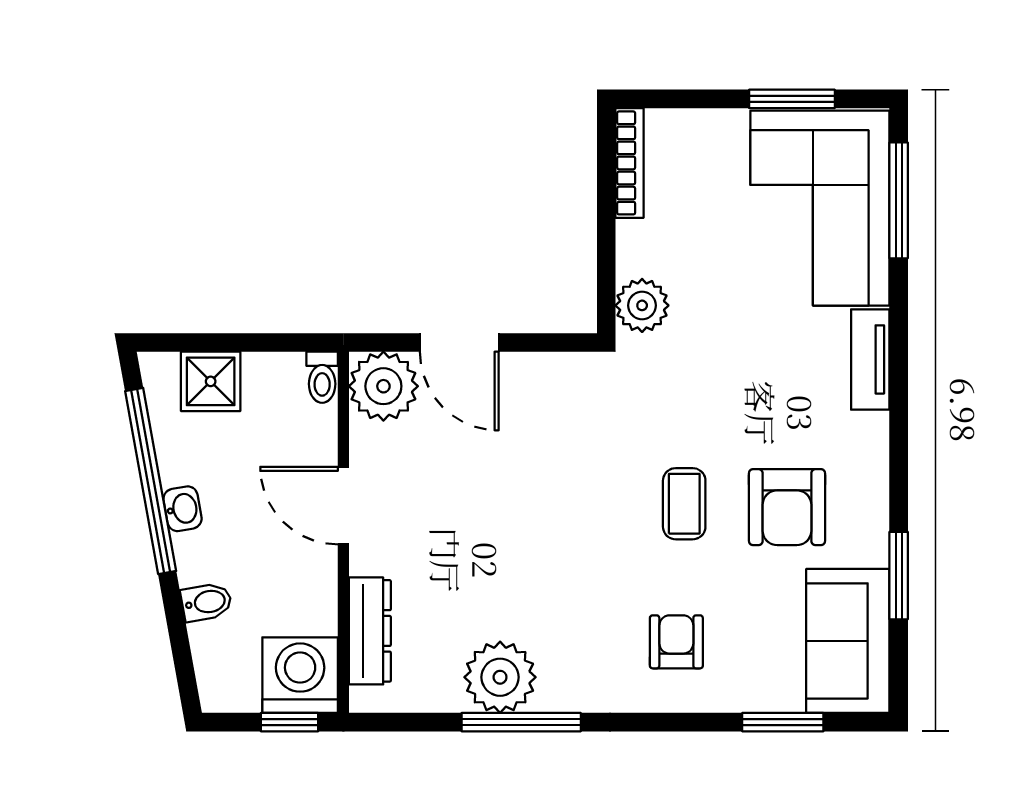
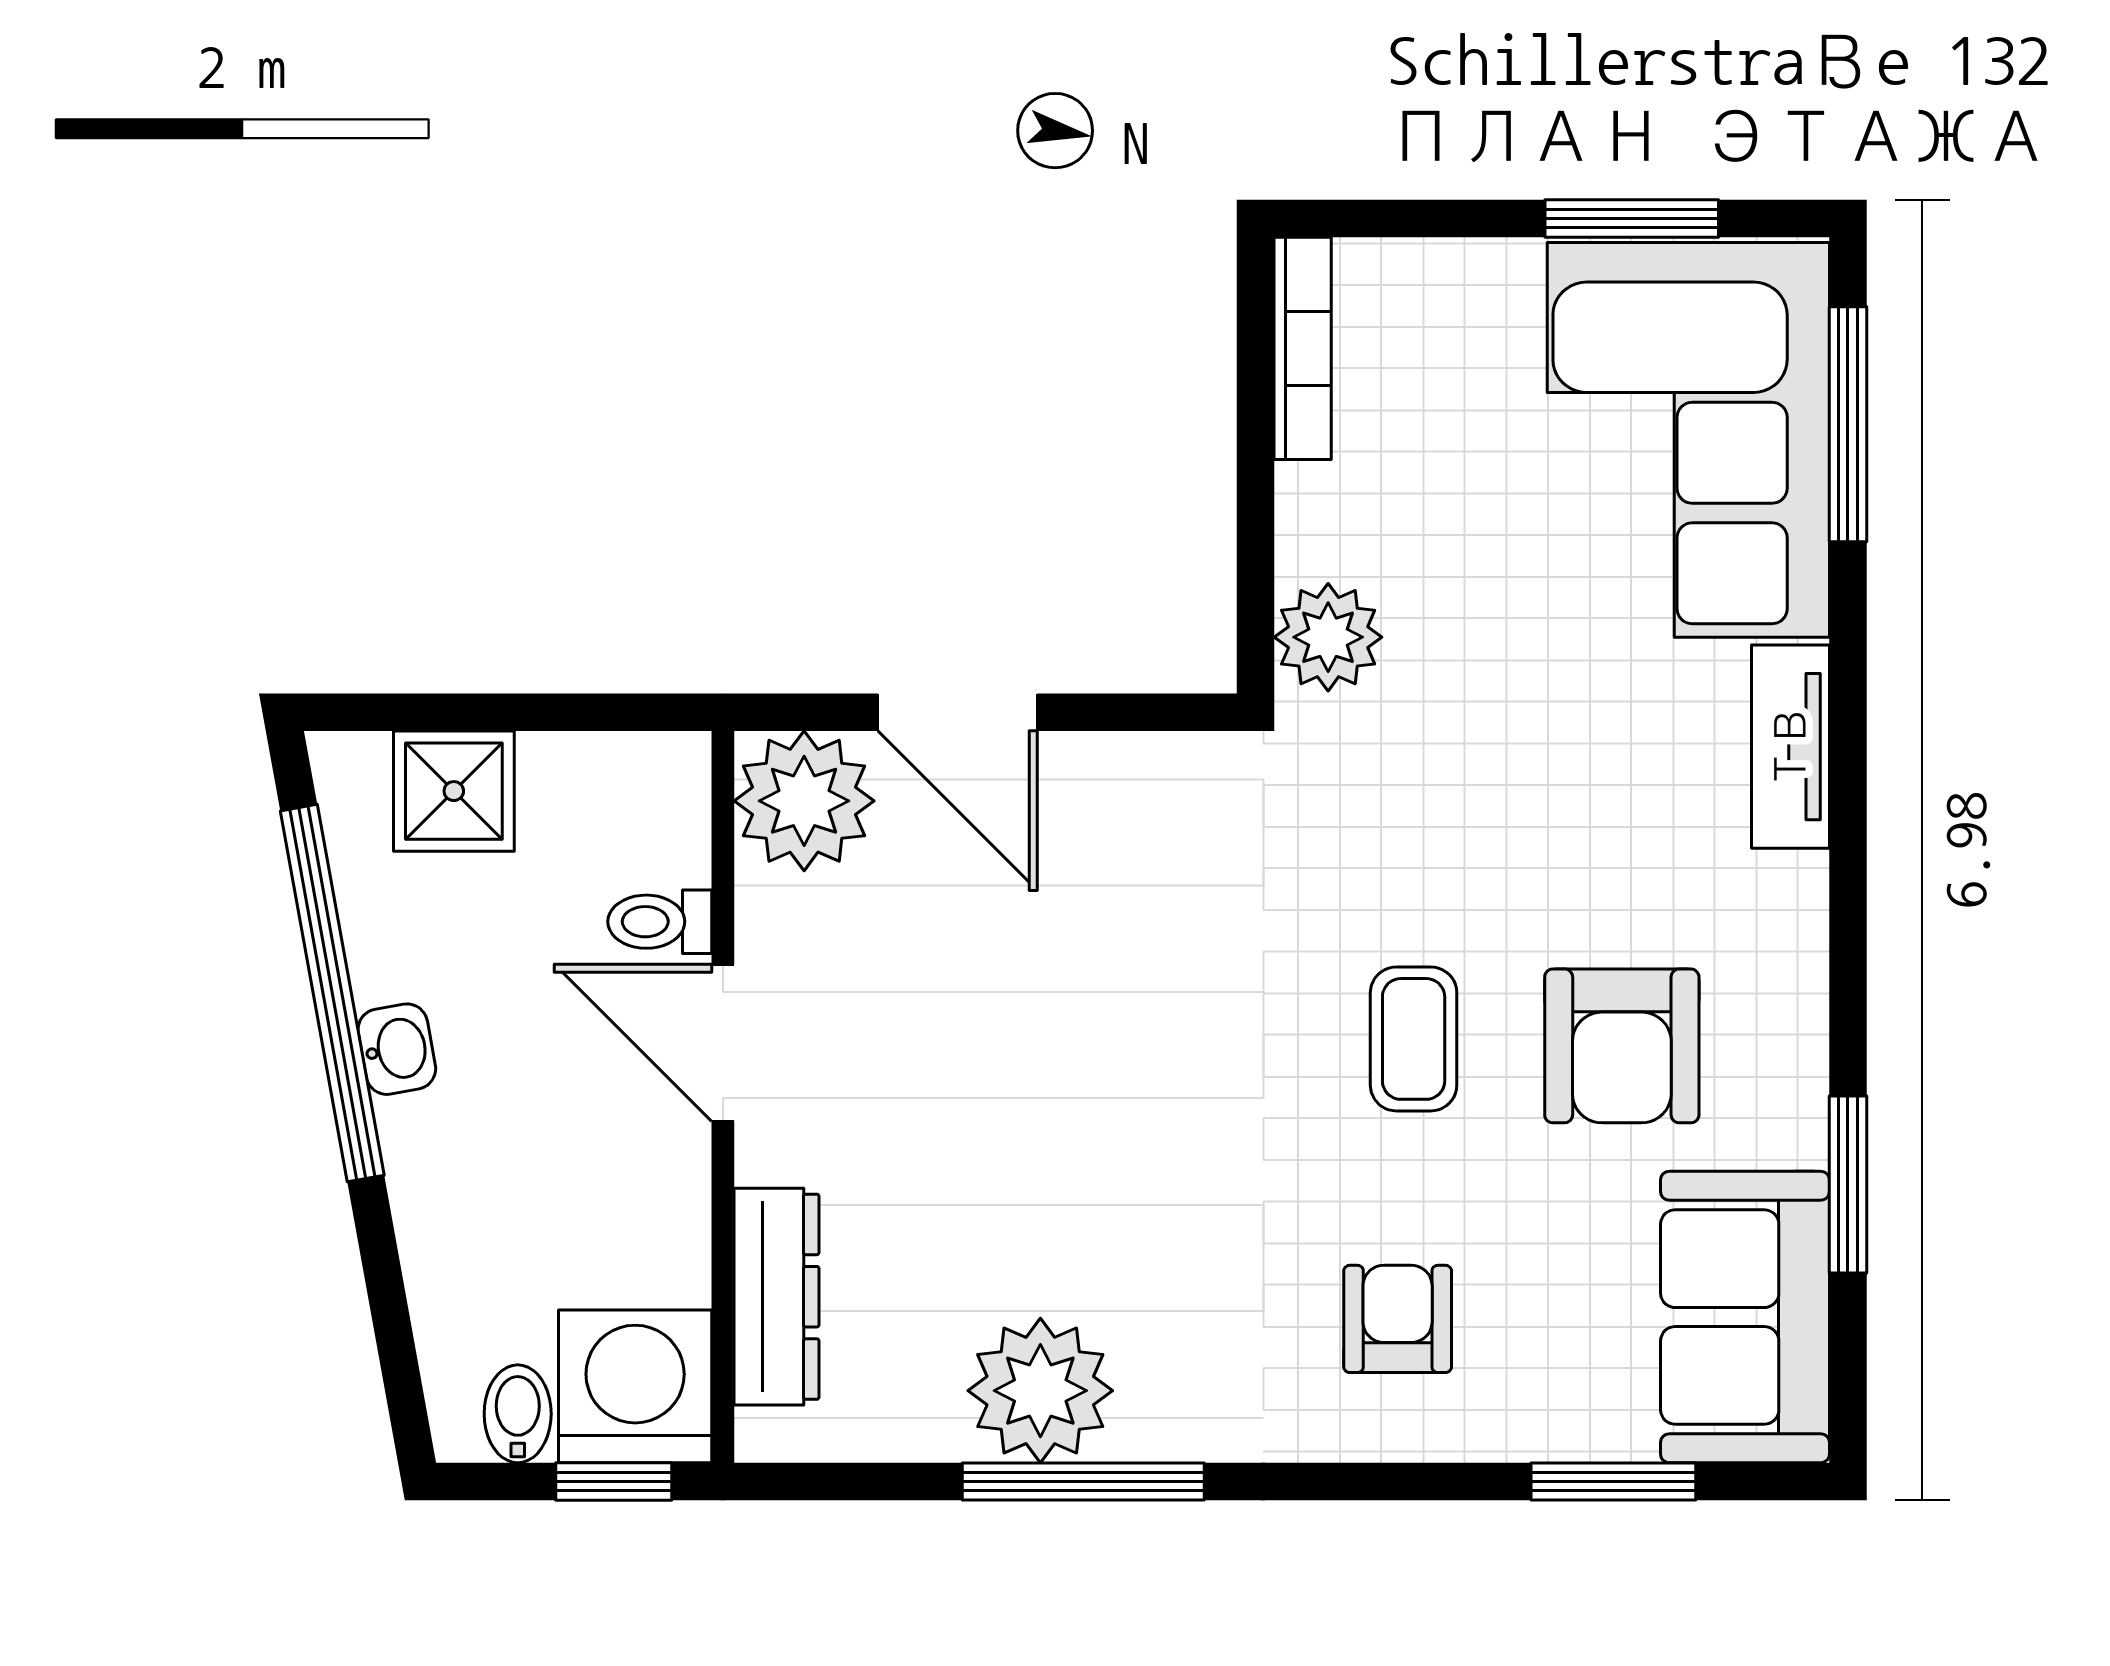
toilet: (322, 377) -> (660, 922), moved, turned 90
bidet: (206, 602) -> (518, 1414), moved, turned -80

